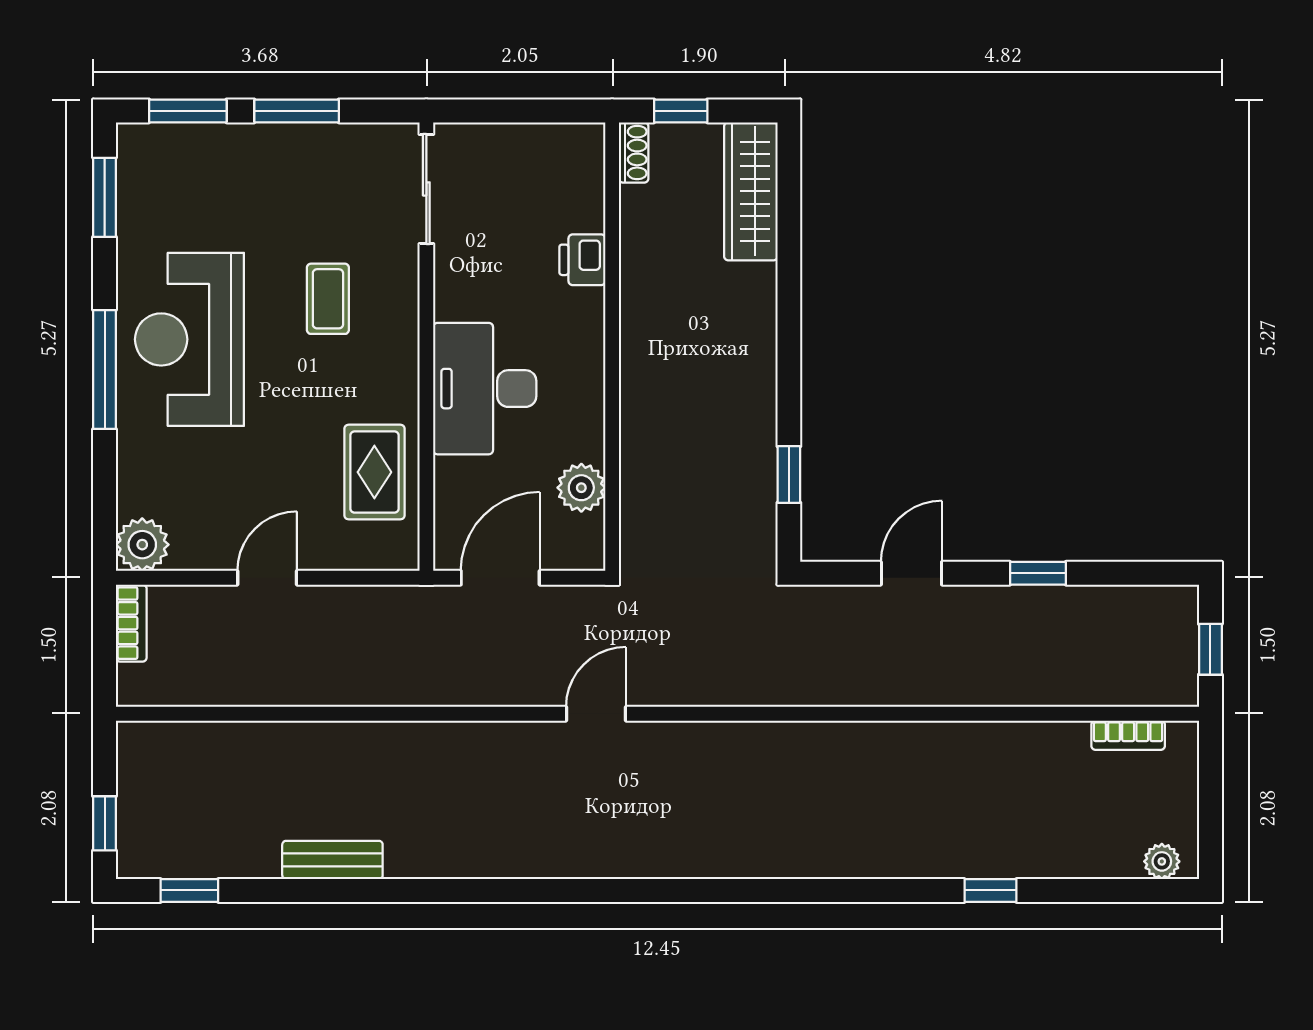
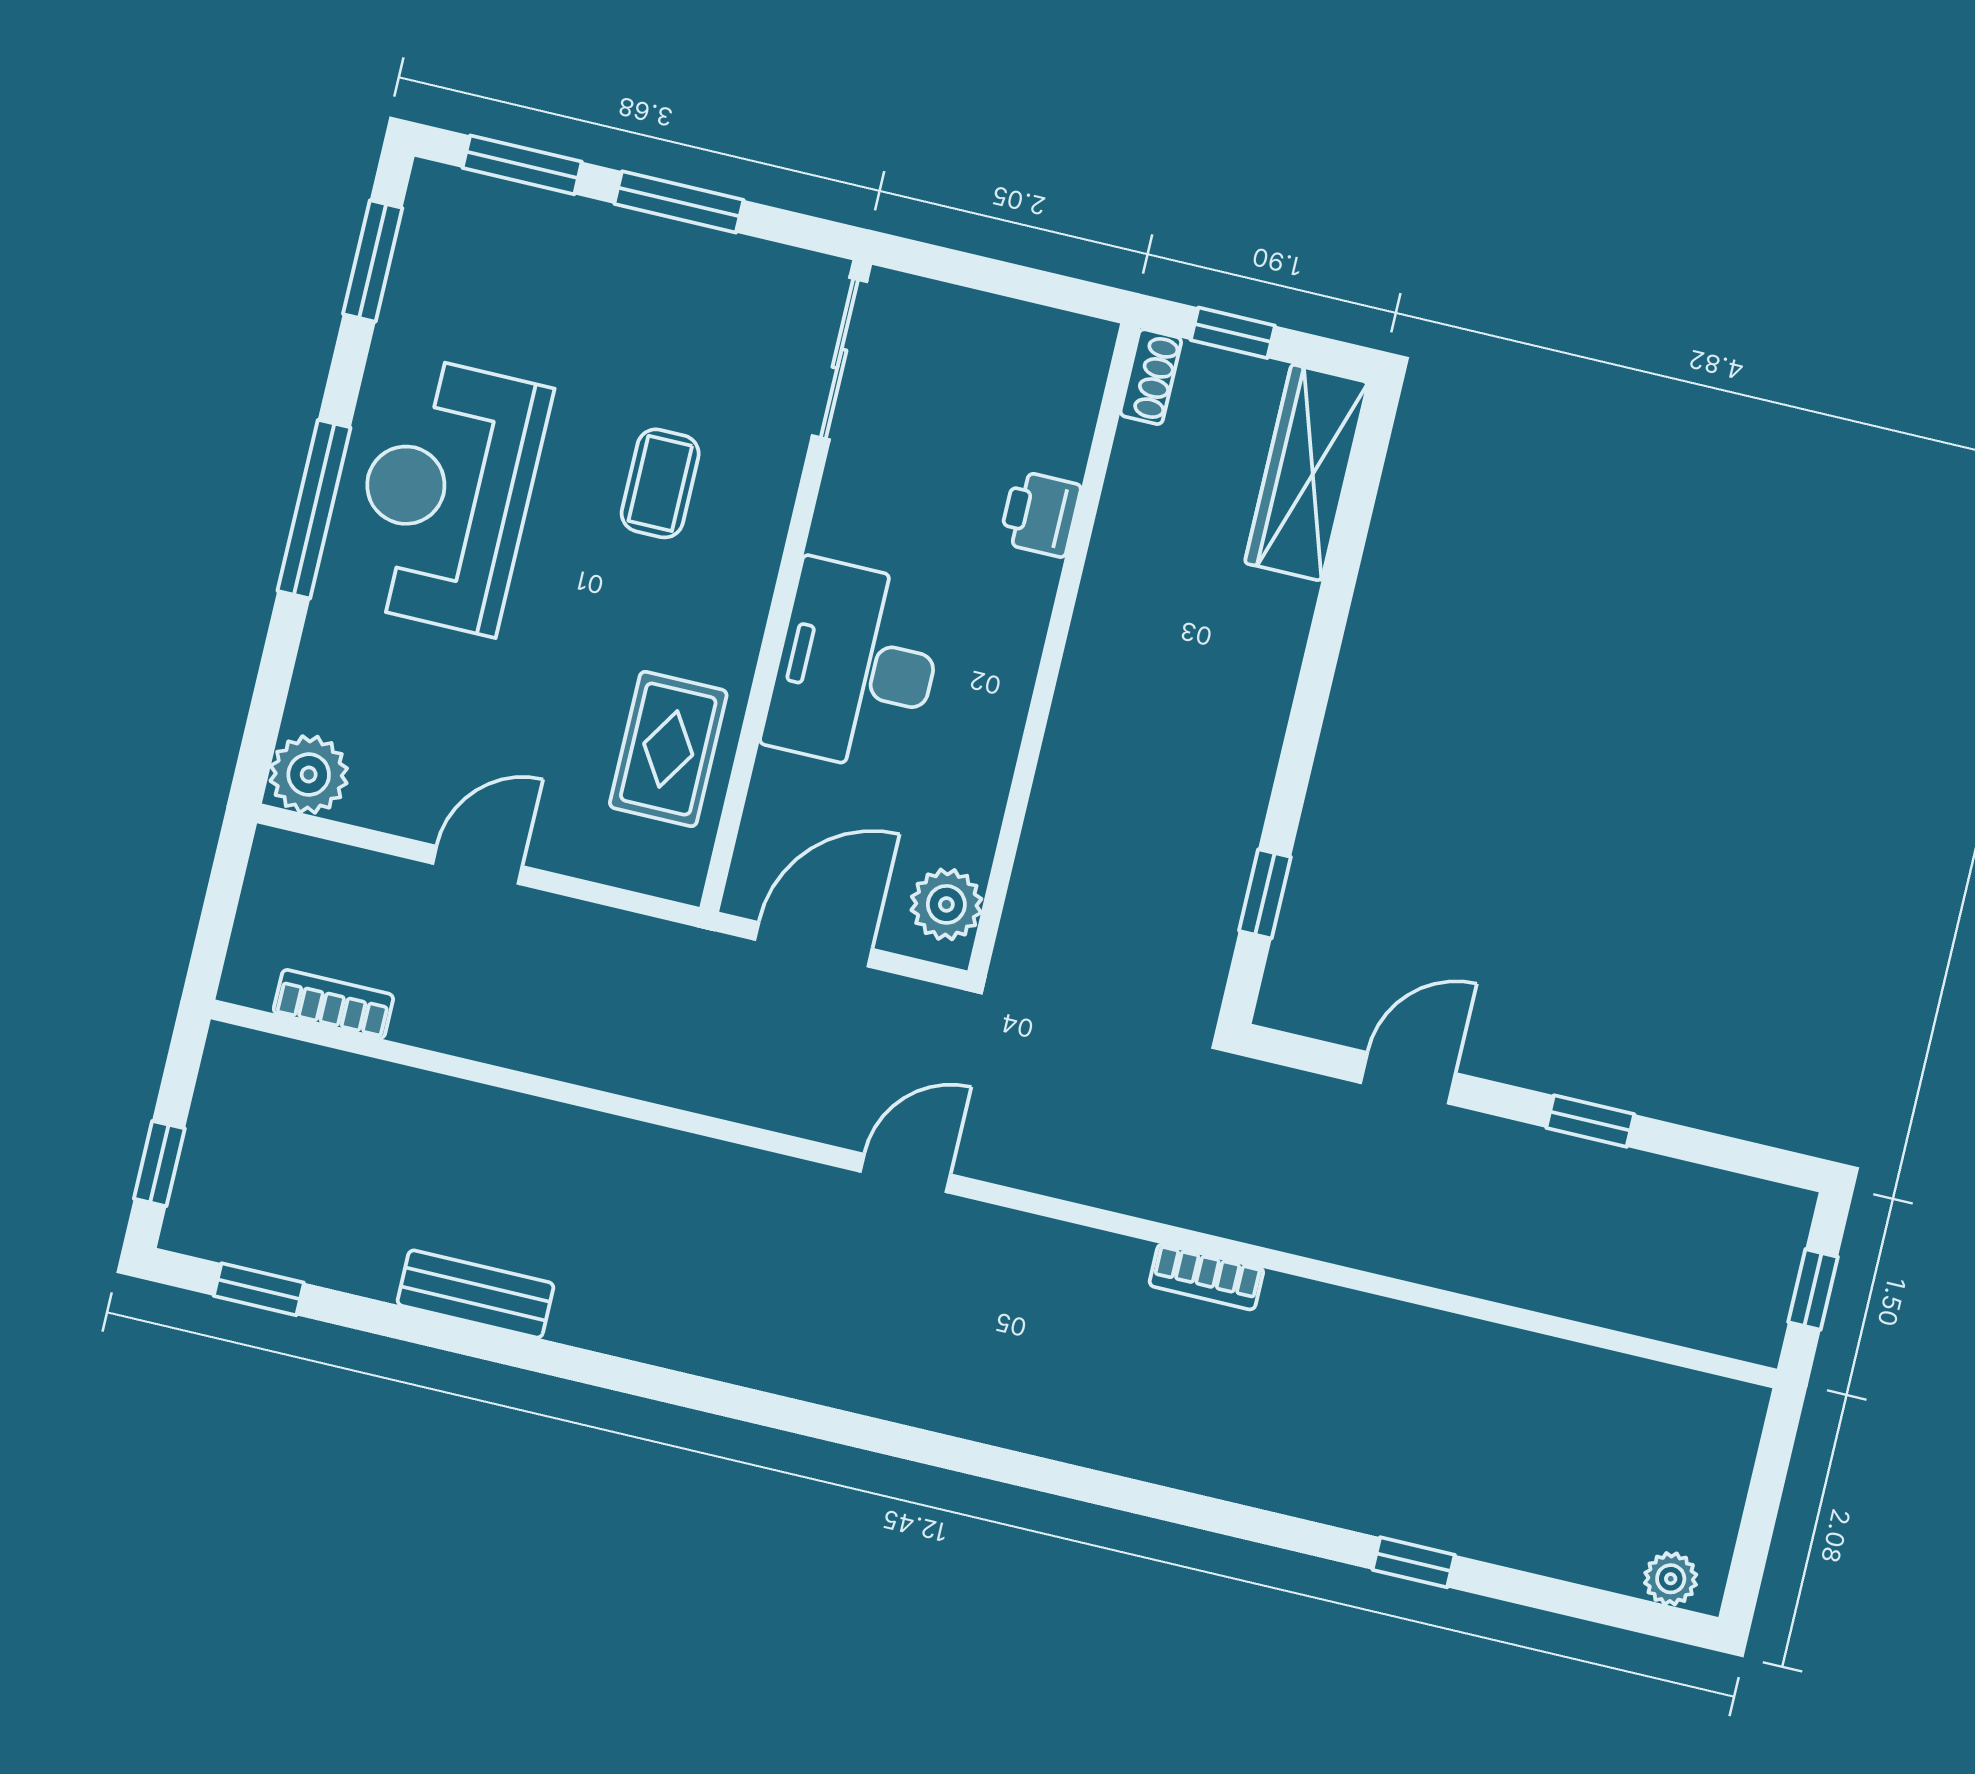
plant: (581, 488) -> (946, 904), moved
bookcase: (131, 623) -> (333, 1004), moved, turned -90
bookcase: (1128, 735) -> (1206, 1277), moved

